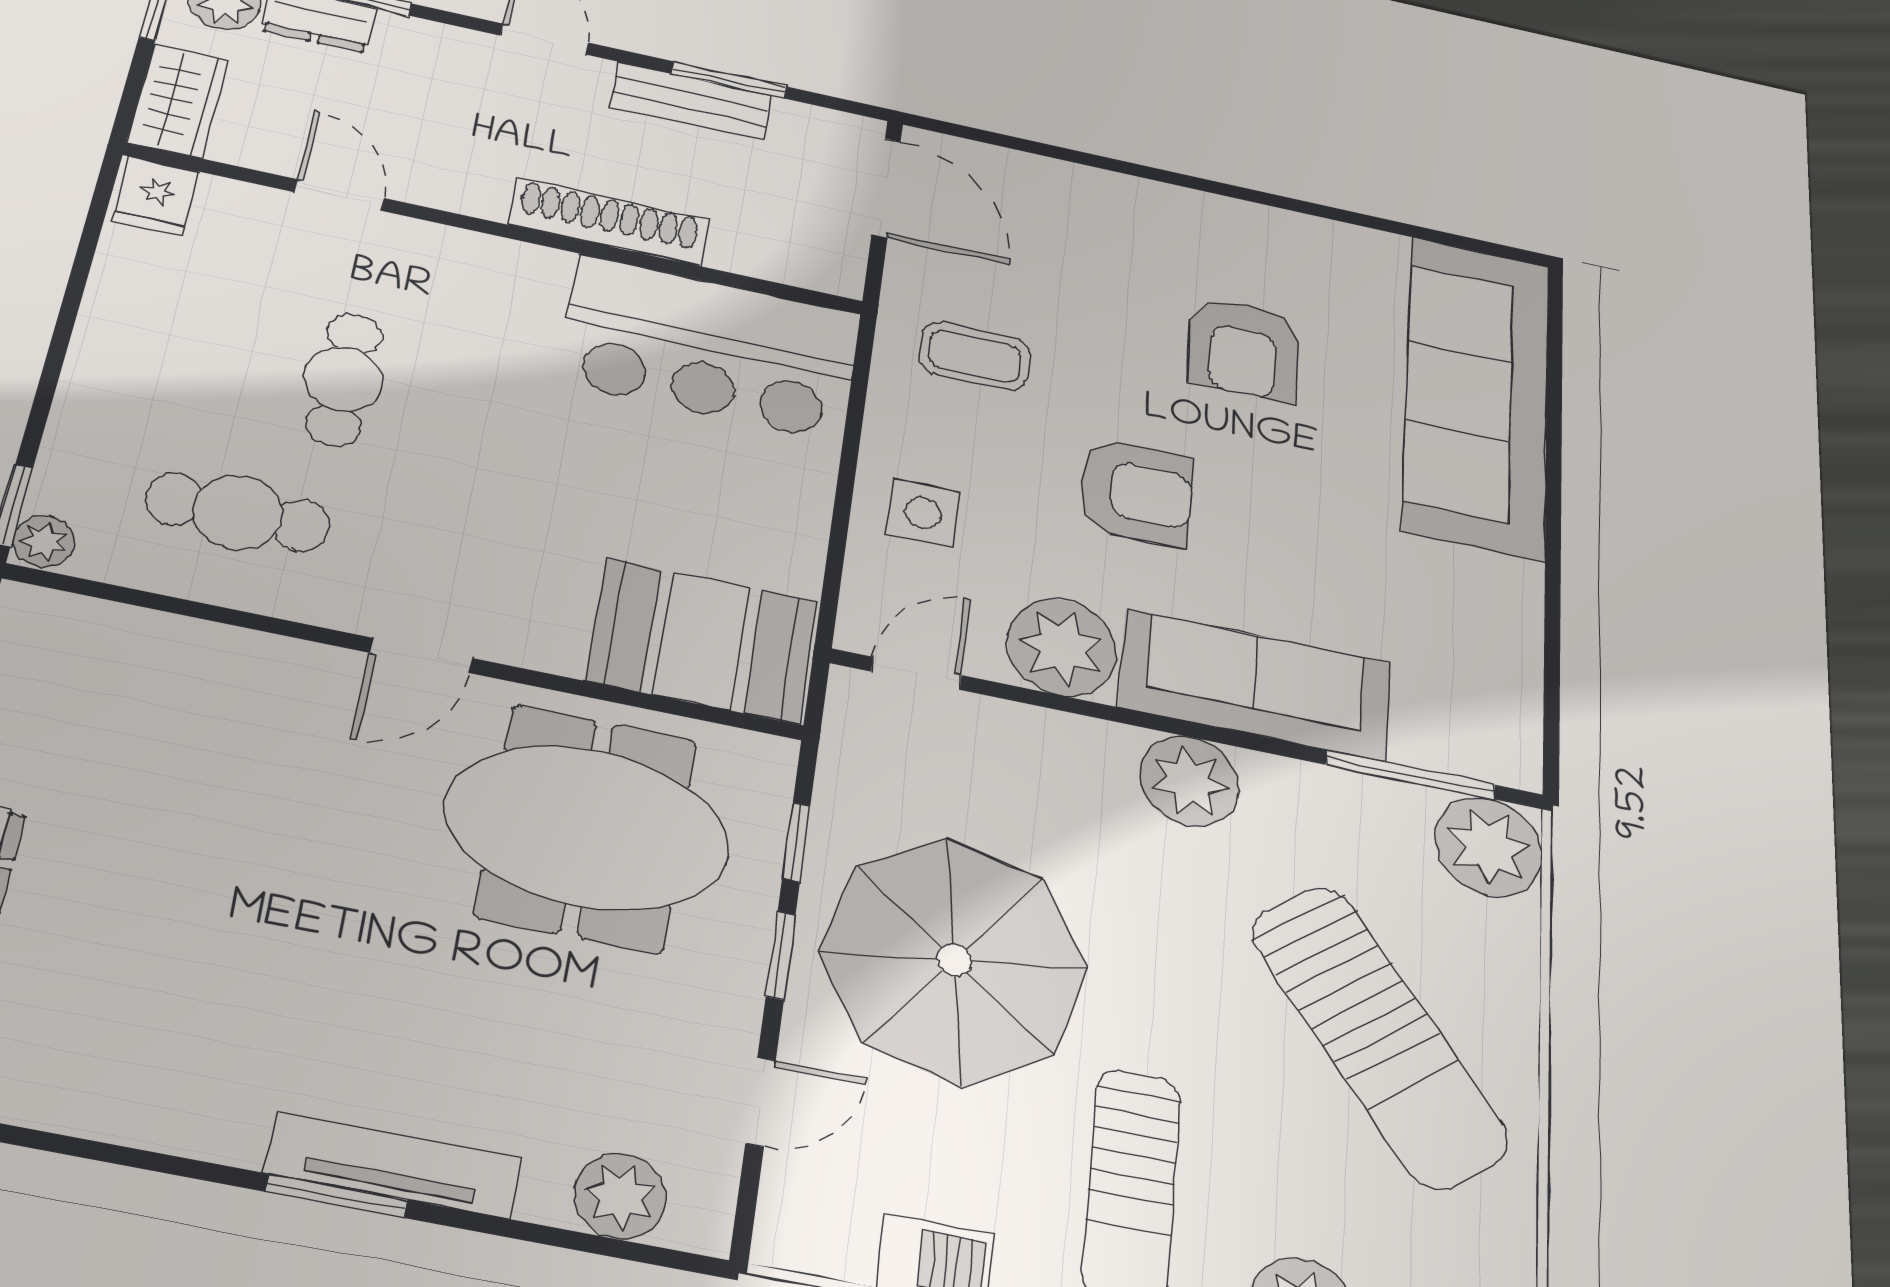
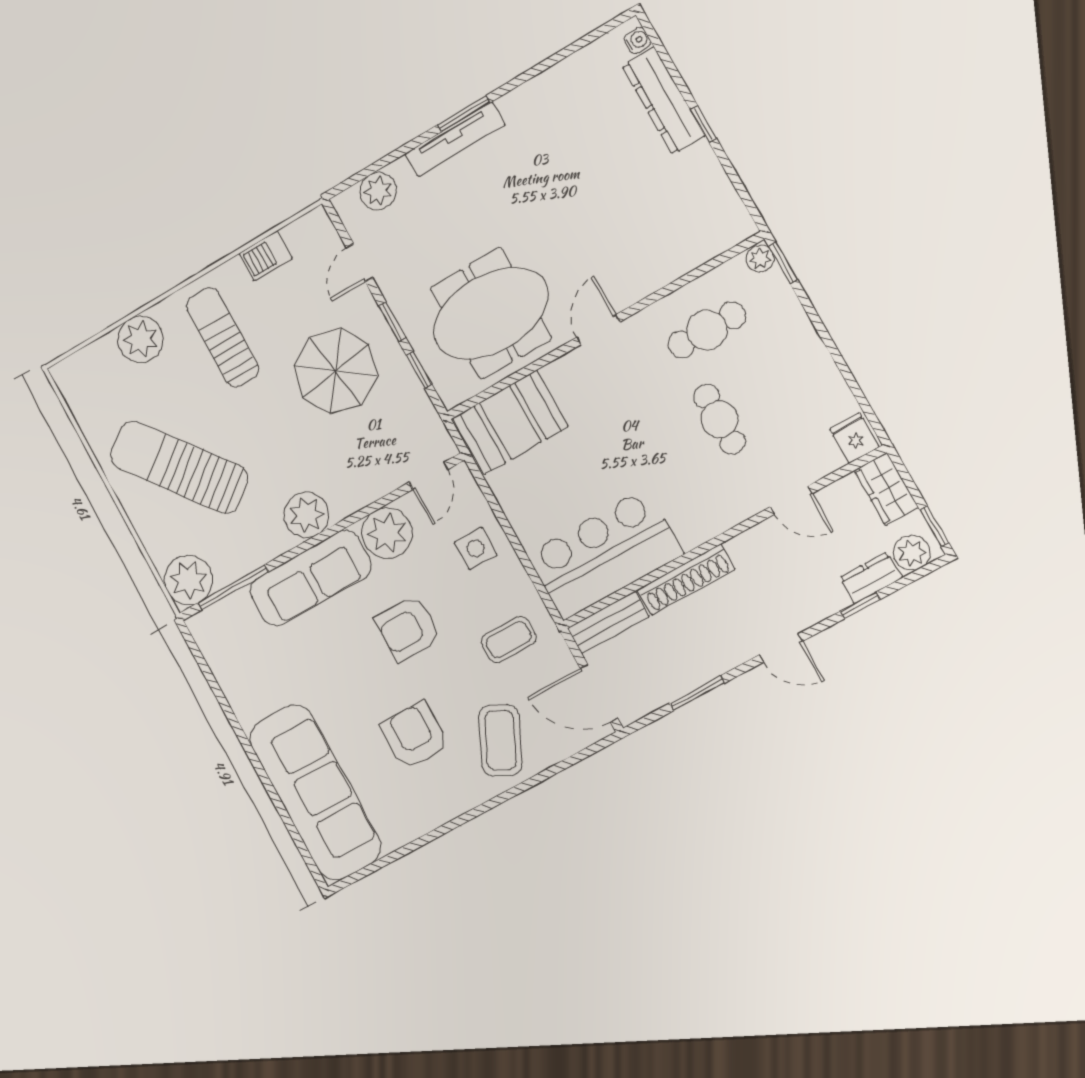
bench: (691, 101) -> (608, 622), moved
coffee table: (1102, 244) -> (500, 740), added
parasol: (954, 960) -> (336, 371), width x0.73, depth x0.73

